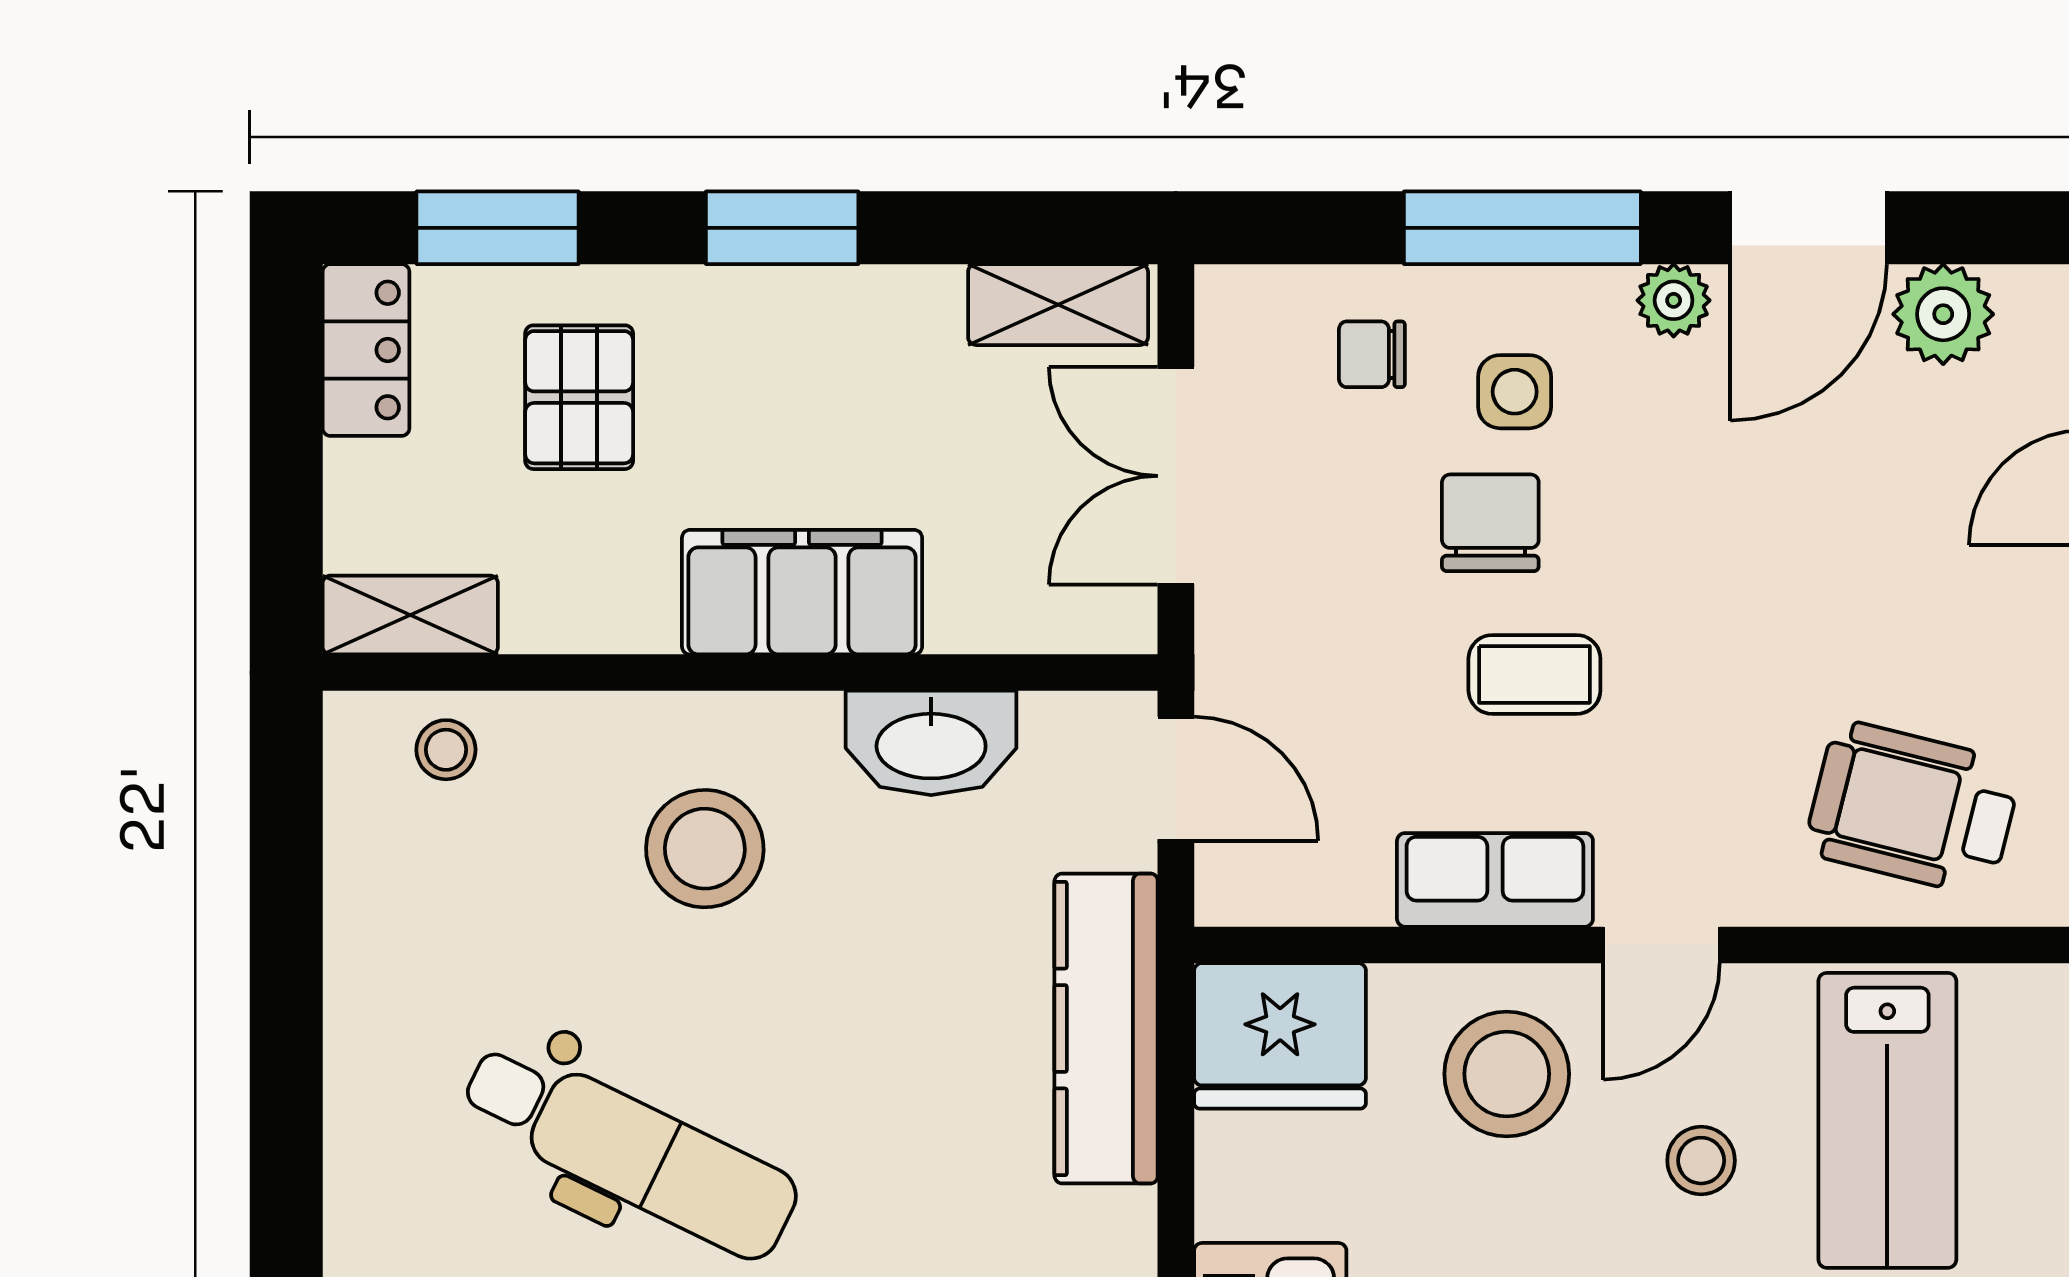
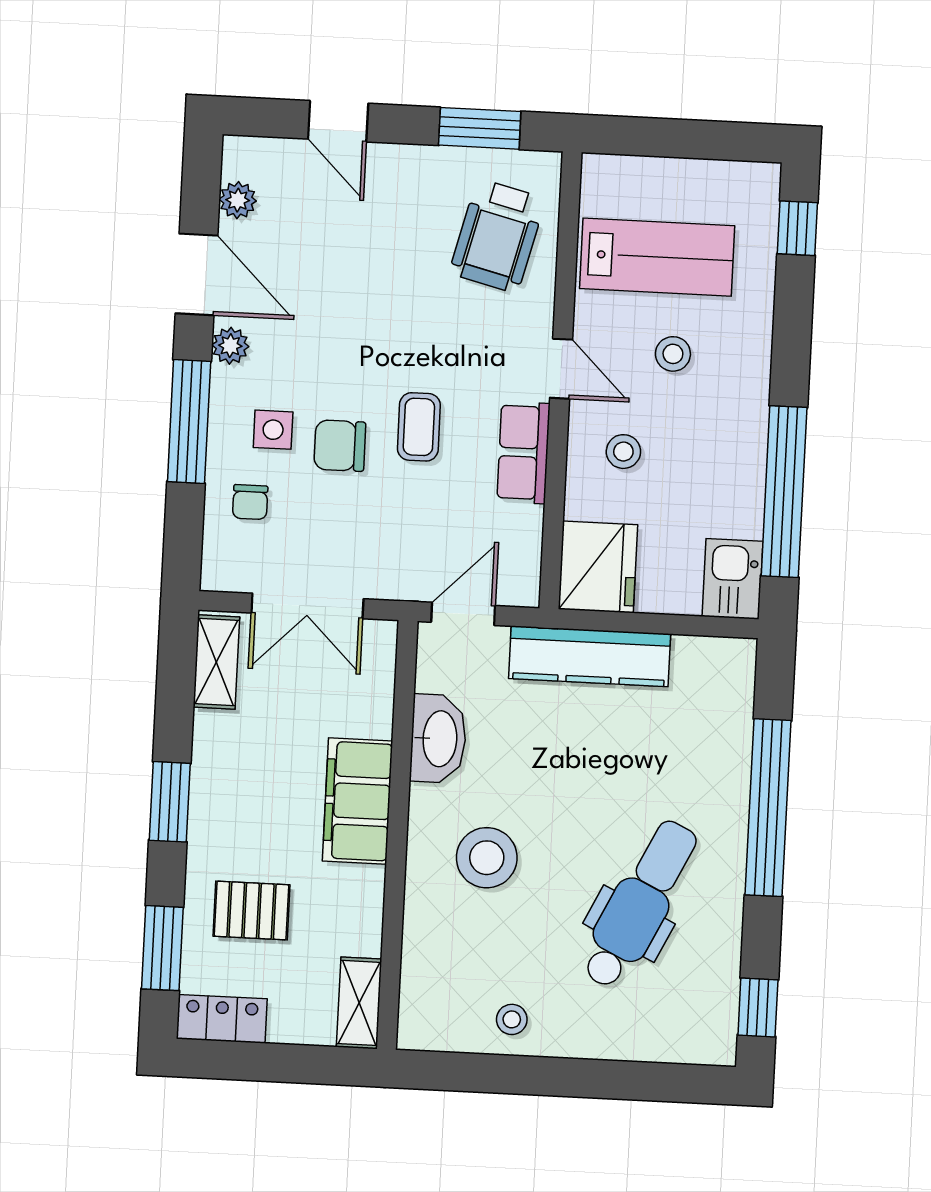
plant: (1943, 314) -> (238, 200), width x0.73, depth x0.73
stool: (446, 750) -> (512, 1019), moved
stool: (1507, 1074) -> (623, 452), width x0.53, depth x0.53

